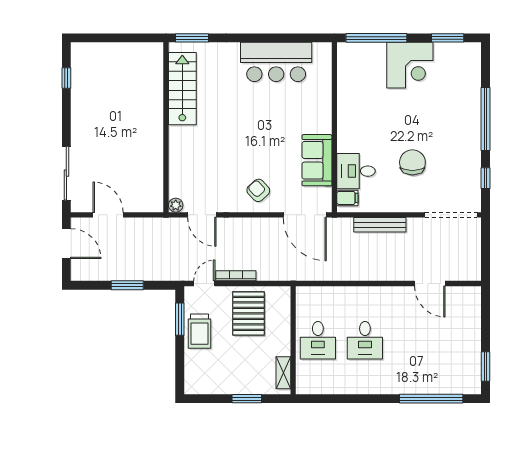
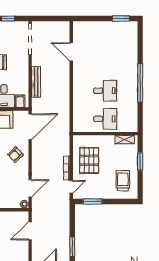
door: (108, 215) -> (30, 231), moved
door: (204, 284) -> (71, 187), swing flipped
door: (430, 284) -> (71, 52), swing flipped
window: (127, 285) -> (72, 247), moved
pallet: (249, 313) -> (89, 160), turned 90
trolley: (199, 331) -> (123, 181), moved, turned -90
window: (431, 399) -> (140, 83), moved

